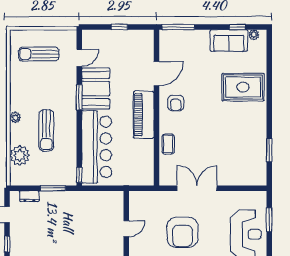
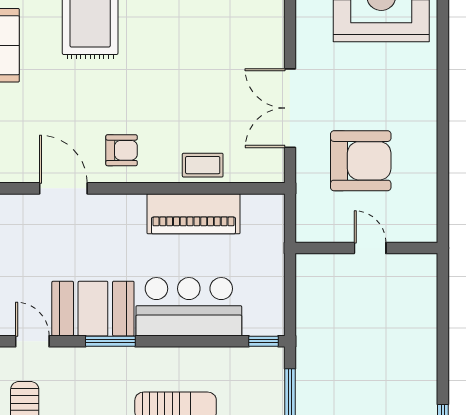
piano: (144, 115) -> (193, 214), moved
bar counter: (97, 147) -> (189, 307), width x0.73
armchair: (182, 232) -> (361, 161), moved

